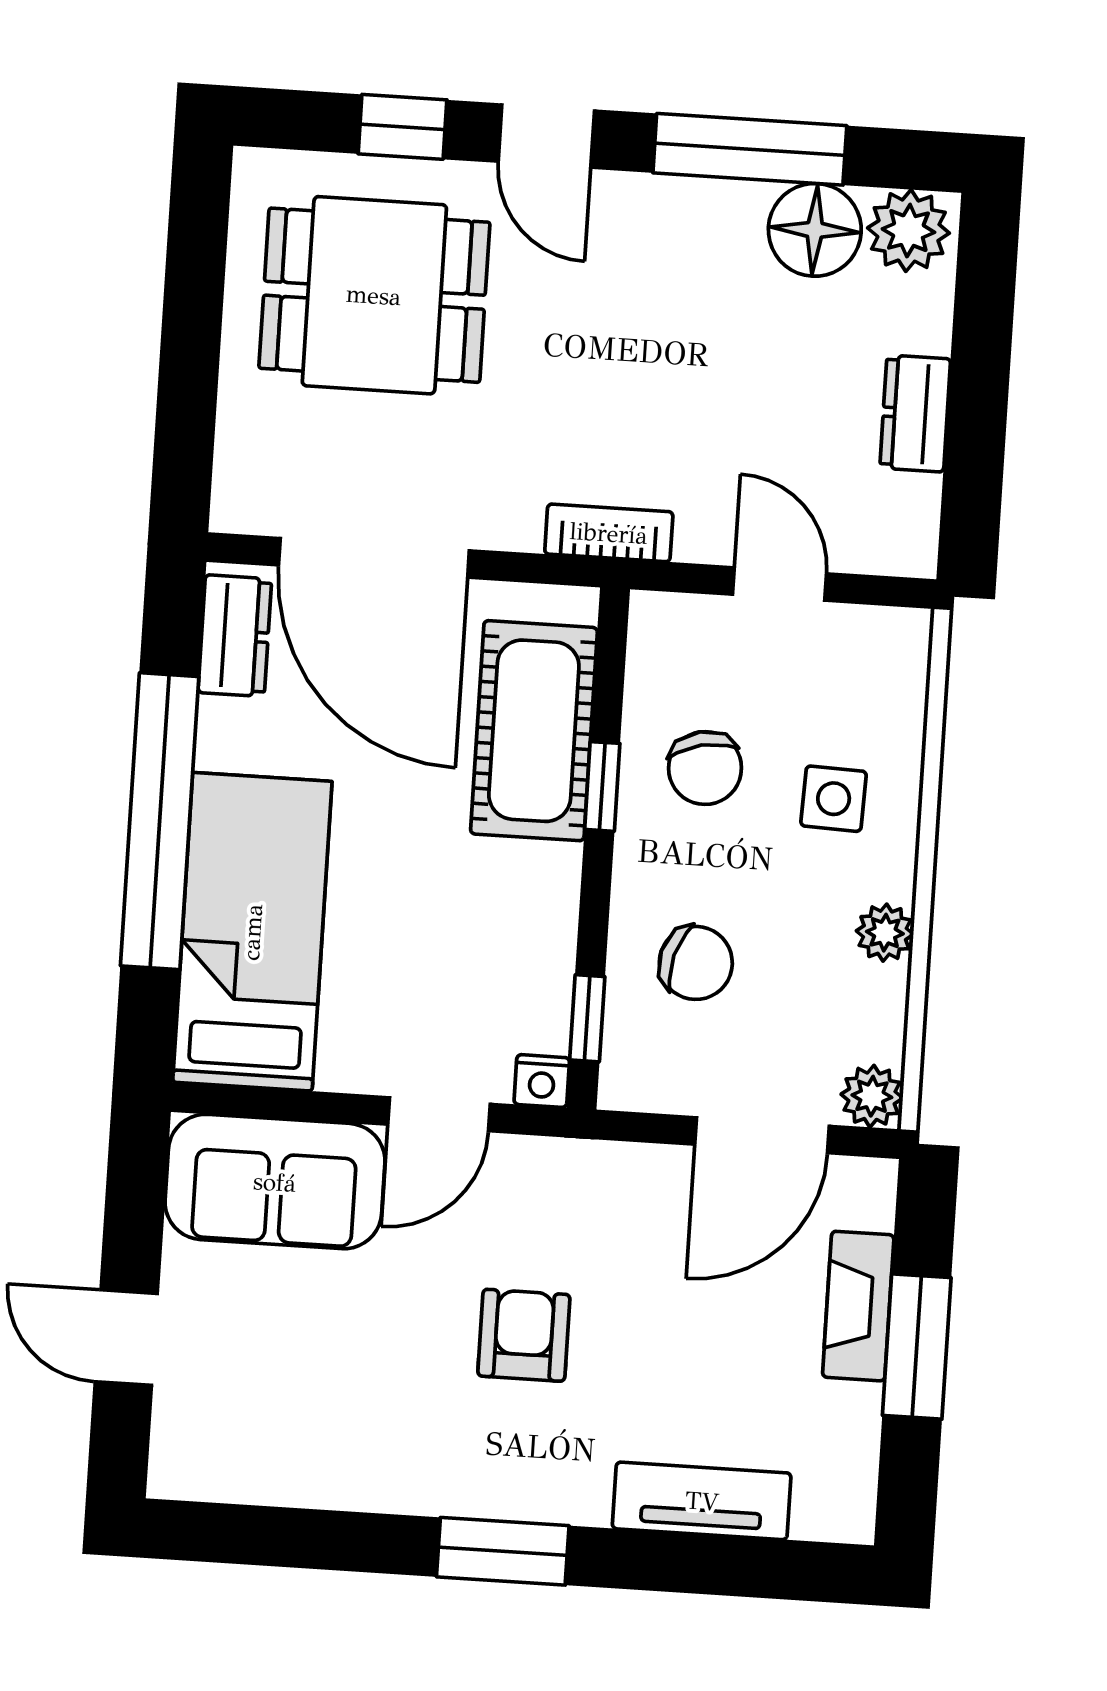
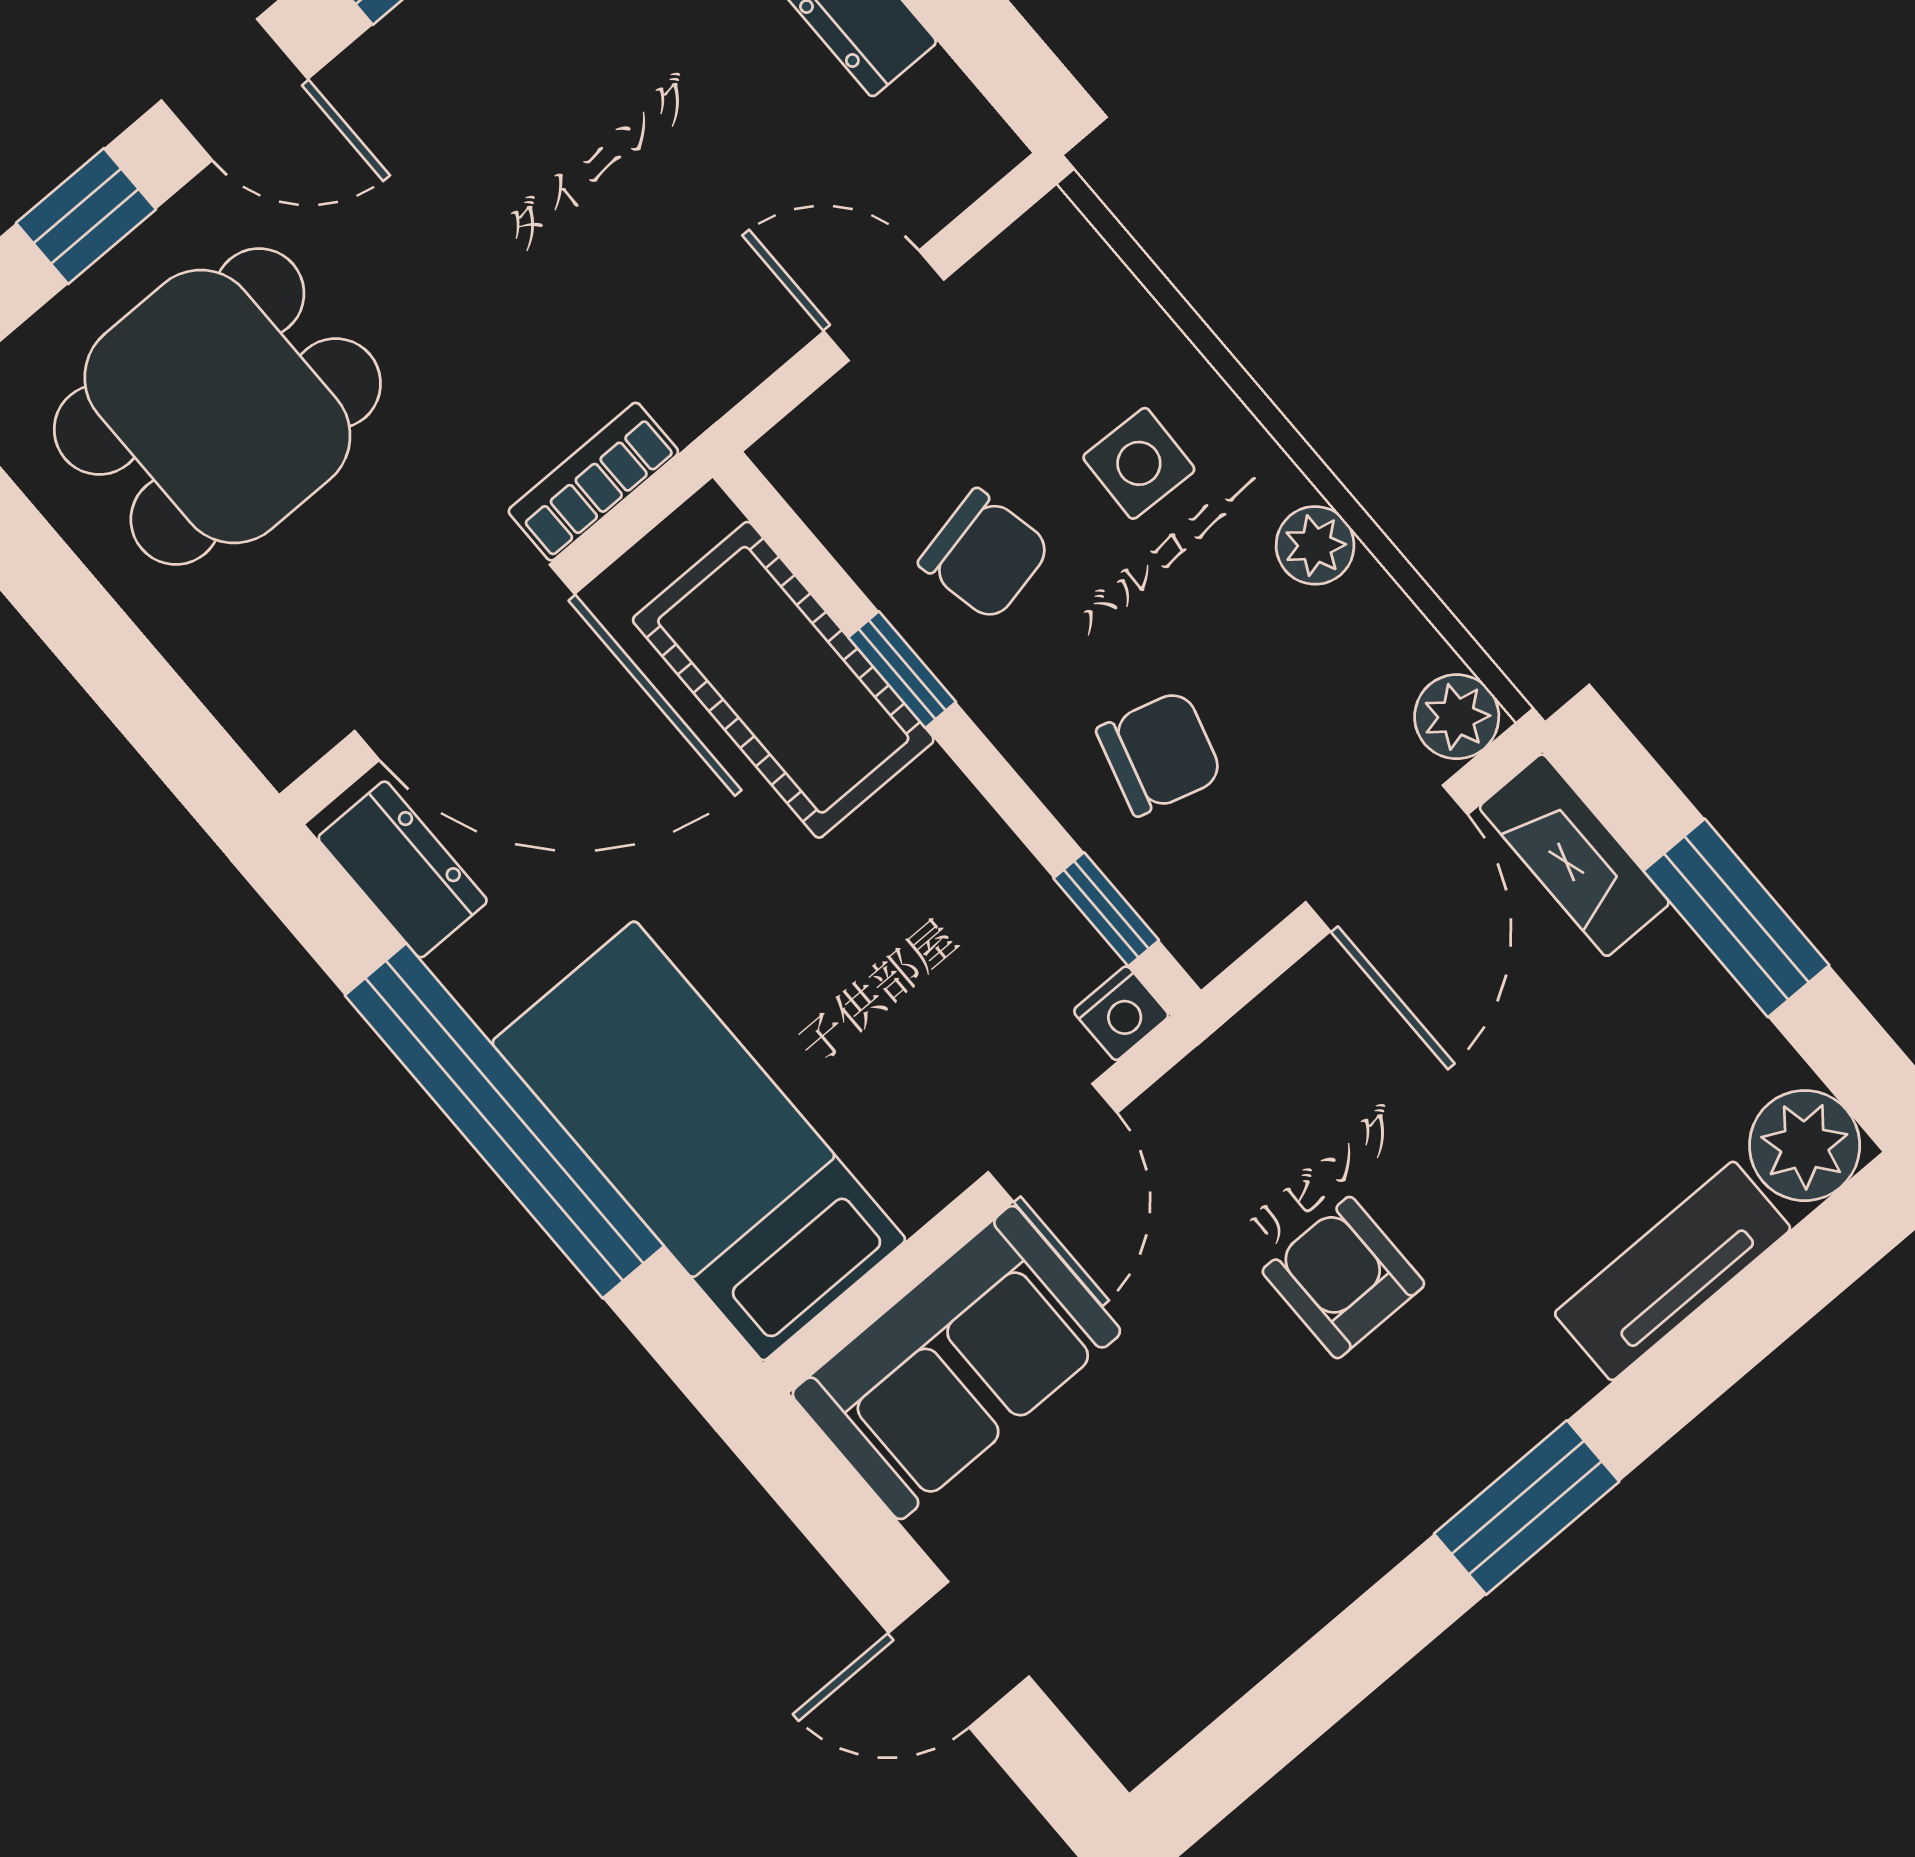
bookcase: (609, 533) -> (593, 482), moved
fireplace: (858, 1306) -> (1574, 855), moved
plant: (836, 1502) -> (1805, 1146), added

